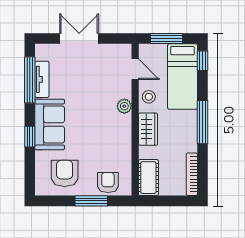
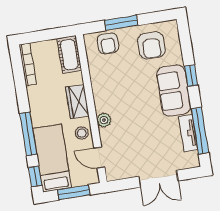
window: (202, 122) -> (28, 134), moved

